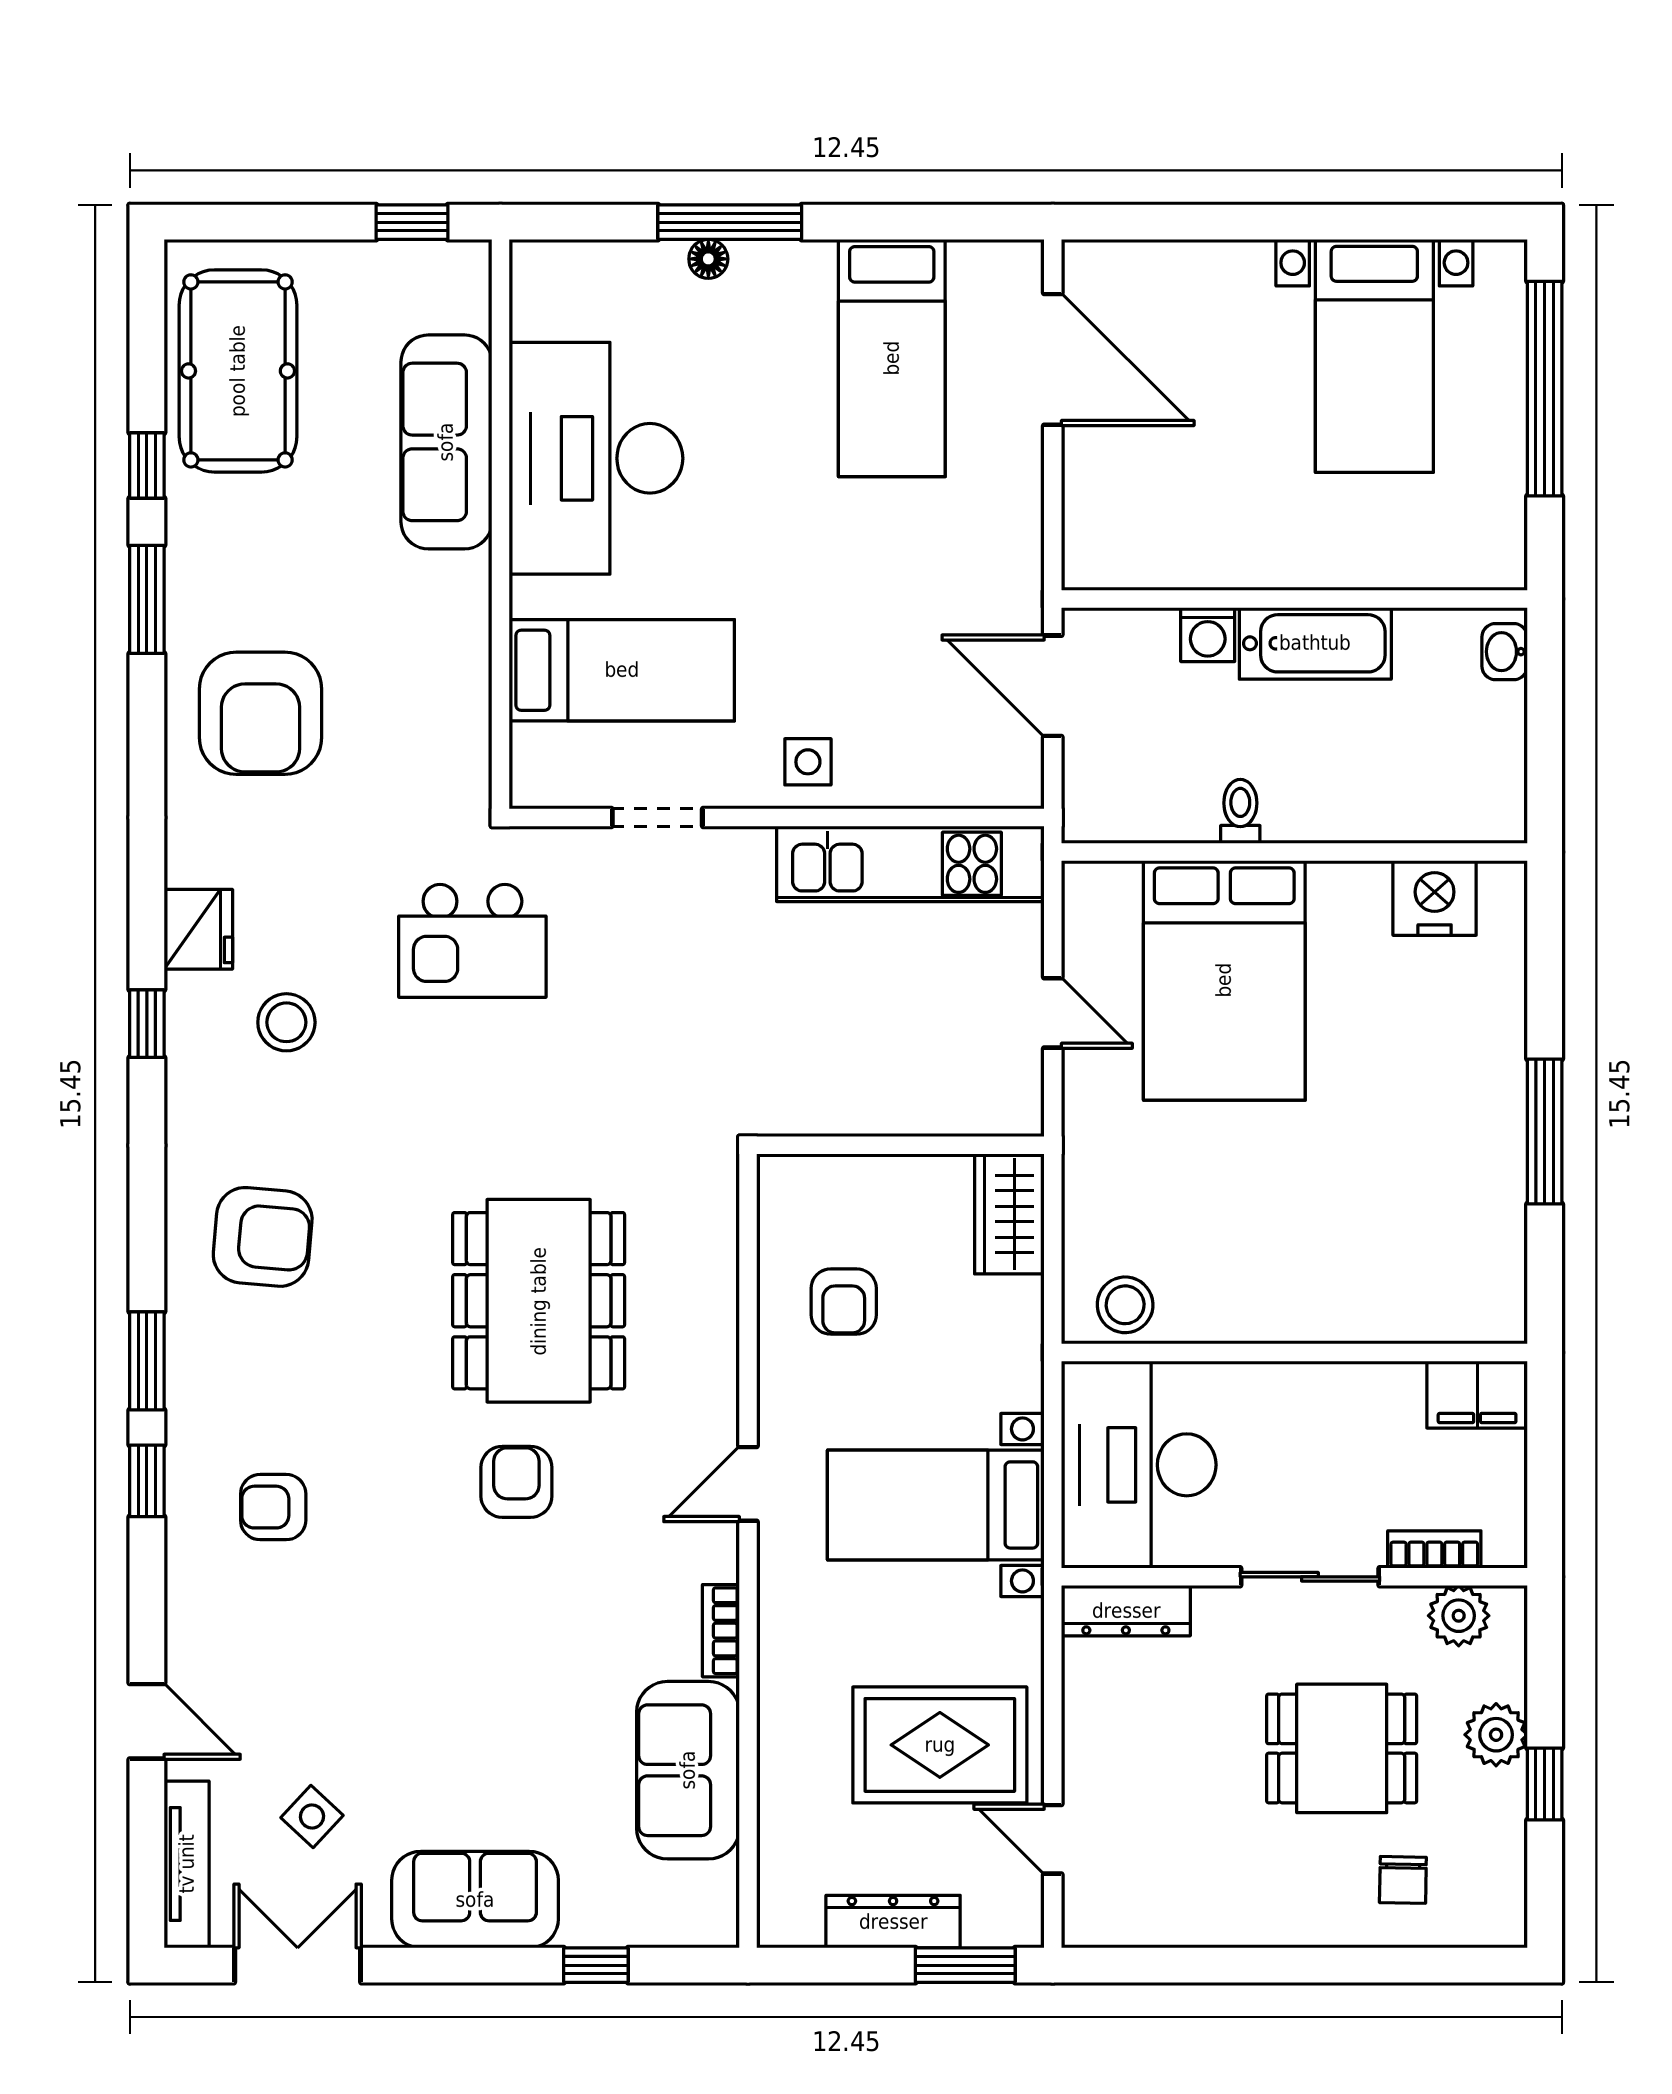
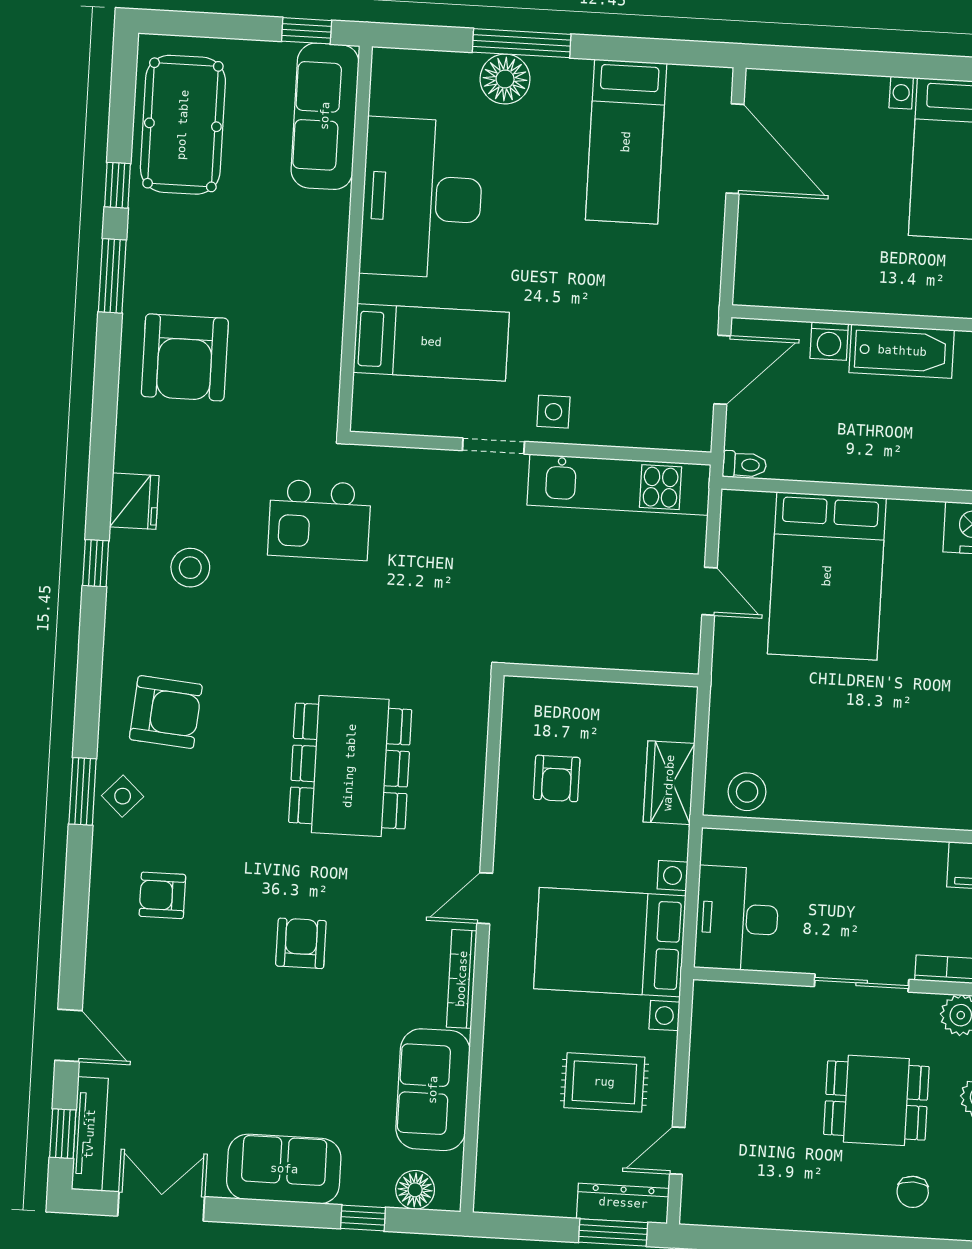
floor lamp: (708, 259) -> (505, 79), width x1.89, depth x1.89
sofa: (446, 442) -> (325, 116), moved
door: (1053, 686) -> (722, 370), swing flipped
toilet: (1240, 811) -> (744, 465), moved, turned 90
doorway: (657, 817) -> (493, 446), moved
wardrobe: (1009, 1214) -> (669, 783), moved
desk: (1139, 1465) -> (737, 919), width x0.73, depth x0.77
window: (147, 1481) -> (63, 1134), moved
armchair: (516, 1482) -> (301, 943), moved
bed with nightstands: (936, 1505) -> (610, 942), width x1.36
dresser: (1126, 1611) -> (736, 999), removed
bookcase: (721, 1631) -> (462, 979), width x1.56
rug: (940, 1745) -> (604, 1082), width x0.73, depth x0.70
side table: (312, 1816) -> (123, 796), moved
door: (1053, 1839) -> (677, 1151), hinge flipped
floor lamp: (670, 1919) -> (415, 1190), added
dresser: (893, 1922) -> (623, 1203), moved

